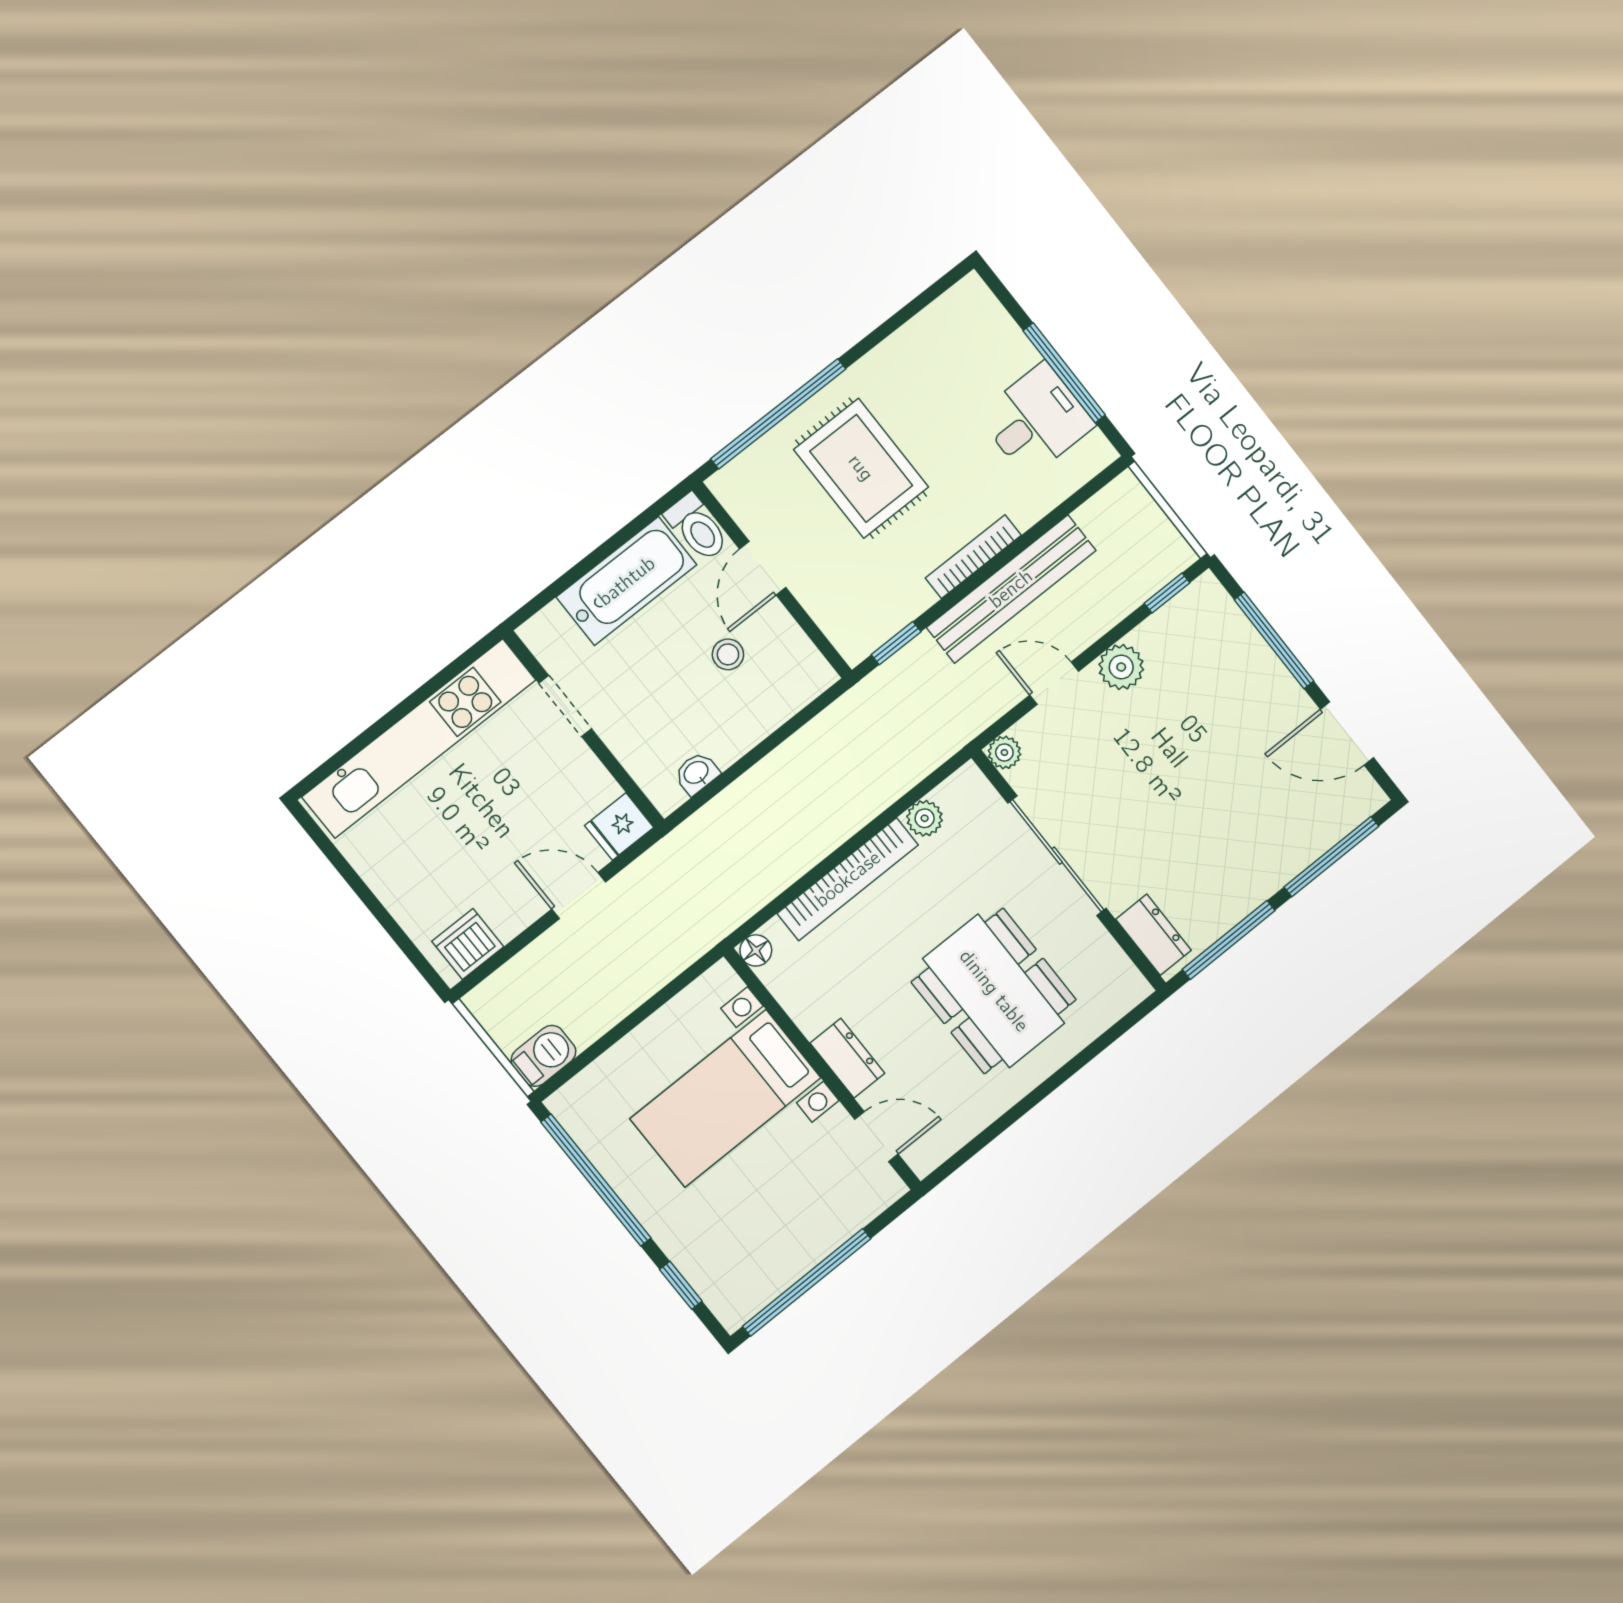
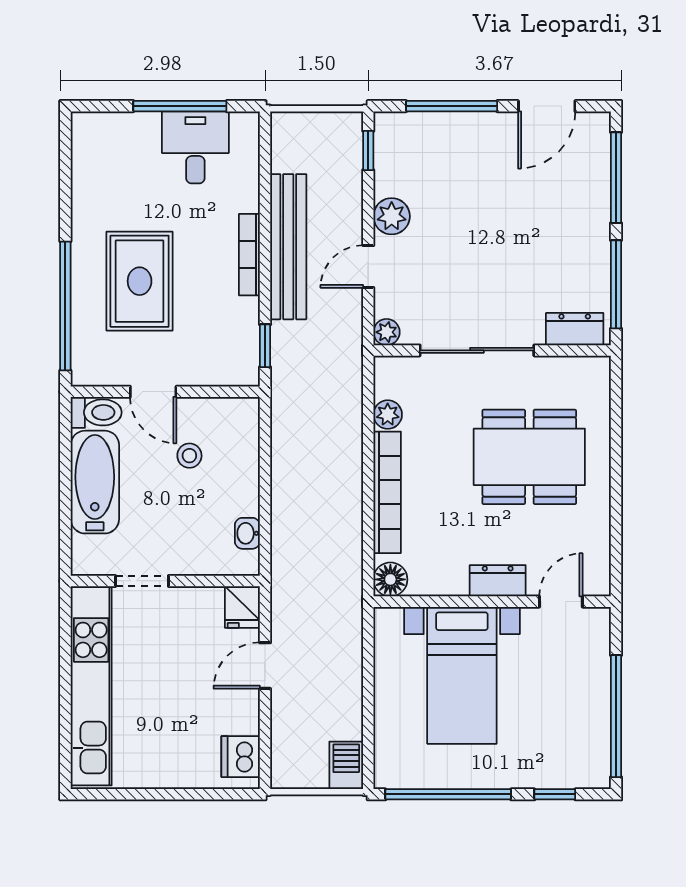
rug: (861, 468) -> (140, 281), turned 90
floor lamp: (756, 950) -> (390, 579), width x1.37, depth x1.37

